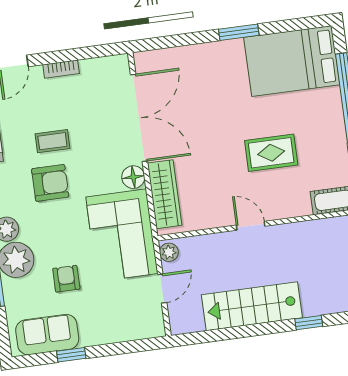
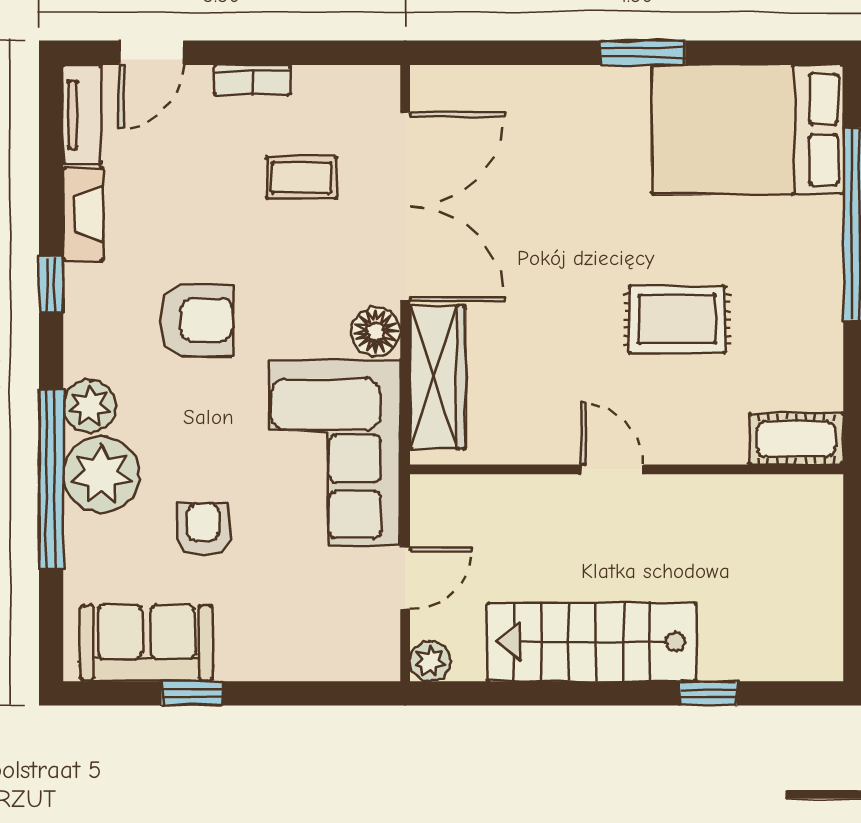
coffee table: (52, 141) -> (301, 178), moved
plant: (169, 252) -> (430, 661), moved

